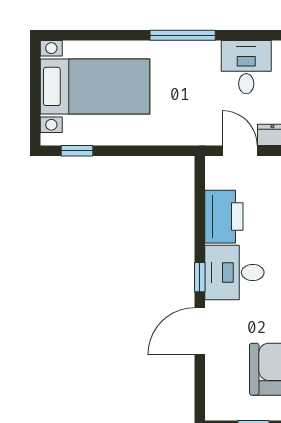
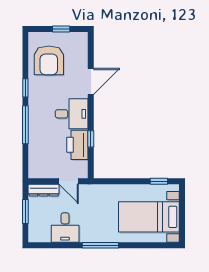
window: (200, 277) -> (91, 139), moved

